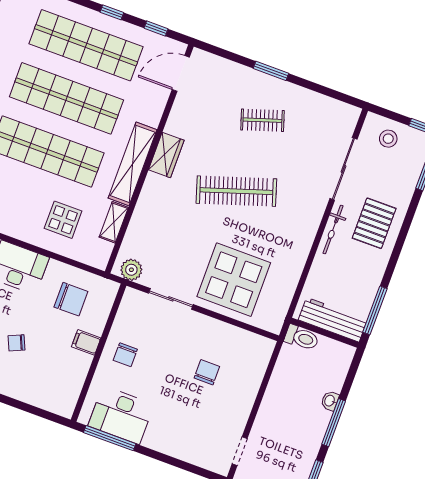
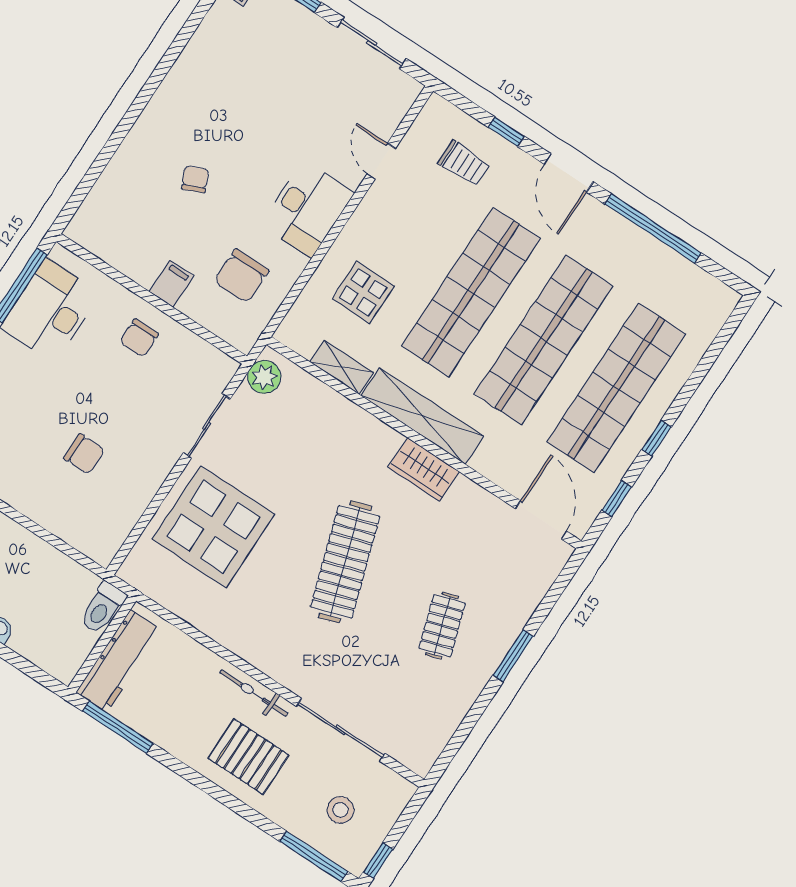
stool: (388, 139) -> (340, 810), moved
chair: (125, 355) -> (139, 338), turned -90

